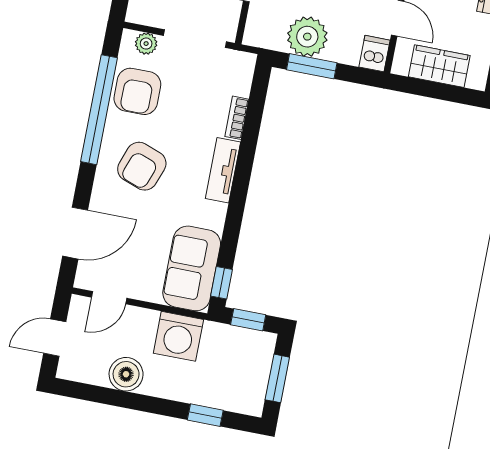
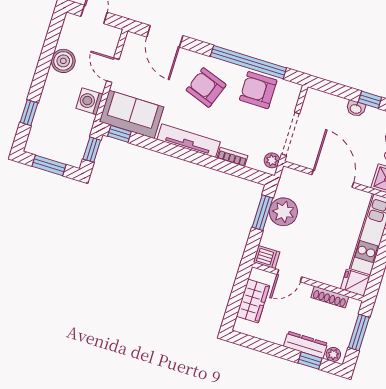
plant: (146, 44) -> (272, 160), moved
tv unit: (223, 170) -> (189, 141), width x1.41
door: (109, 298) -> (113, 70), moved
washing machine: (178, 336) -> (89, 101), width x0.73, depth x0.73

